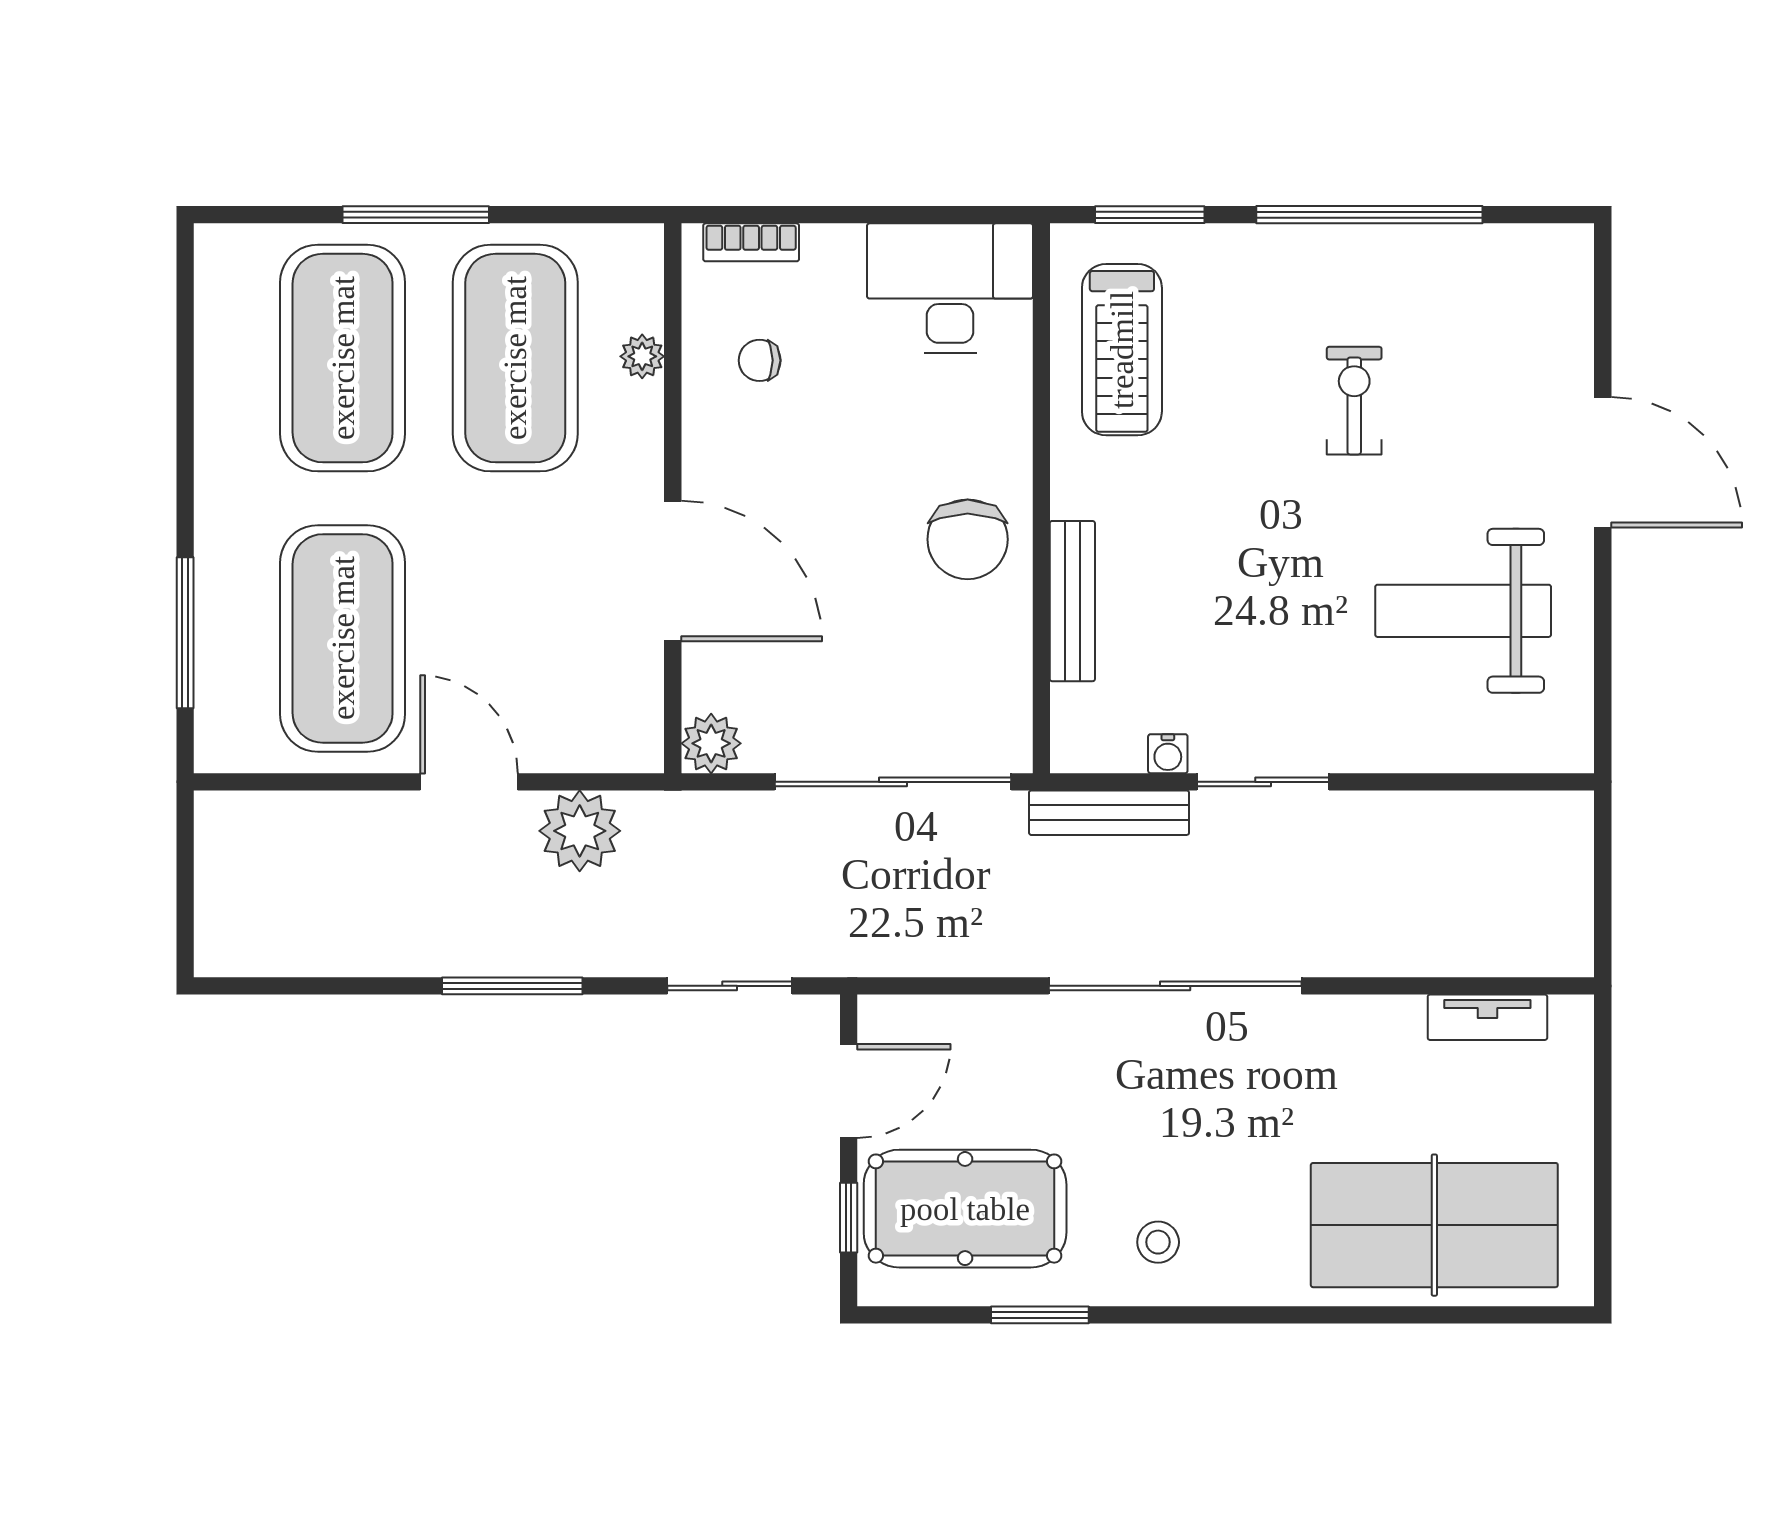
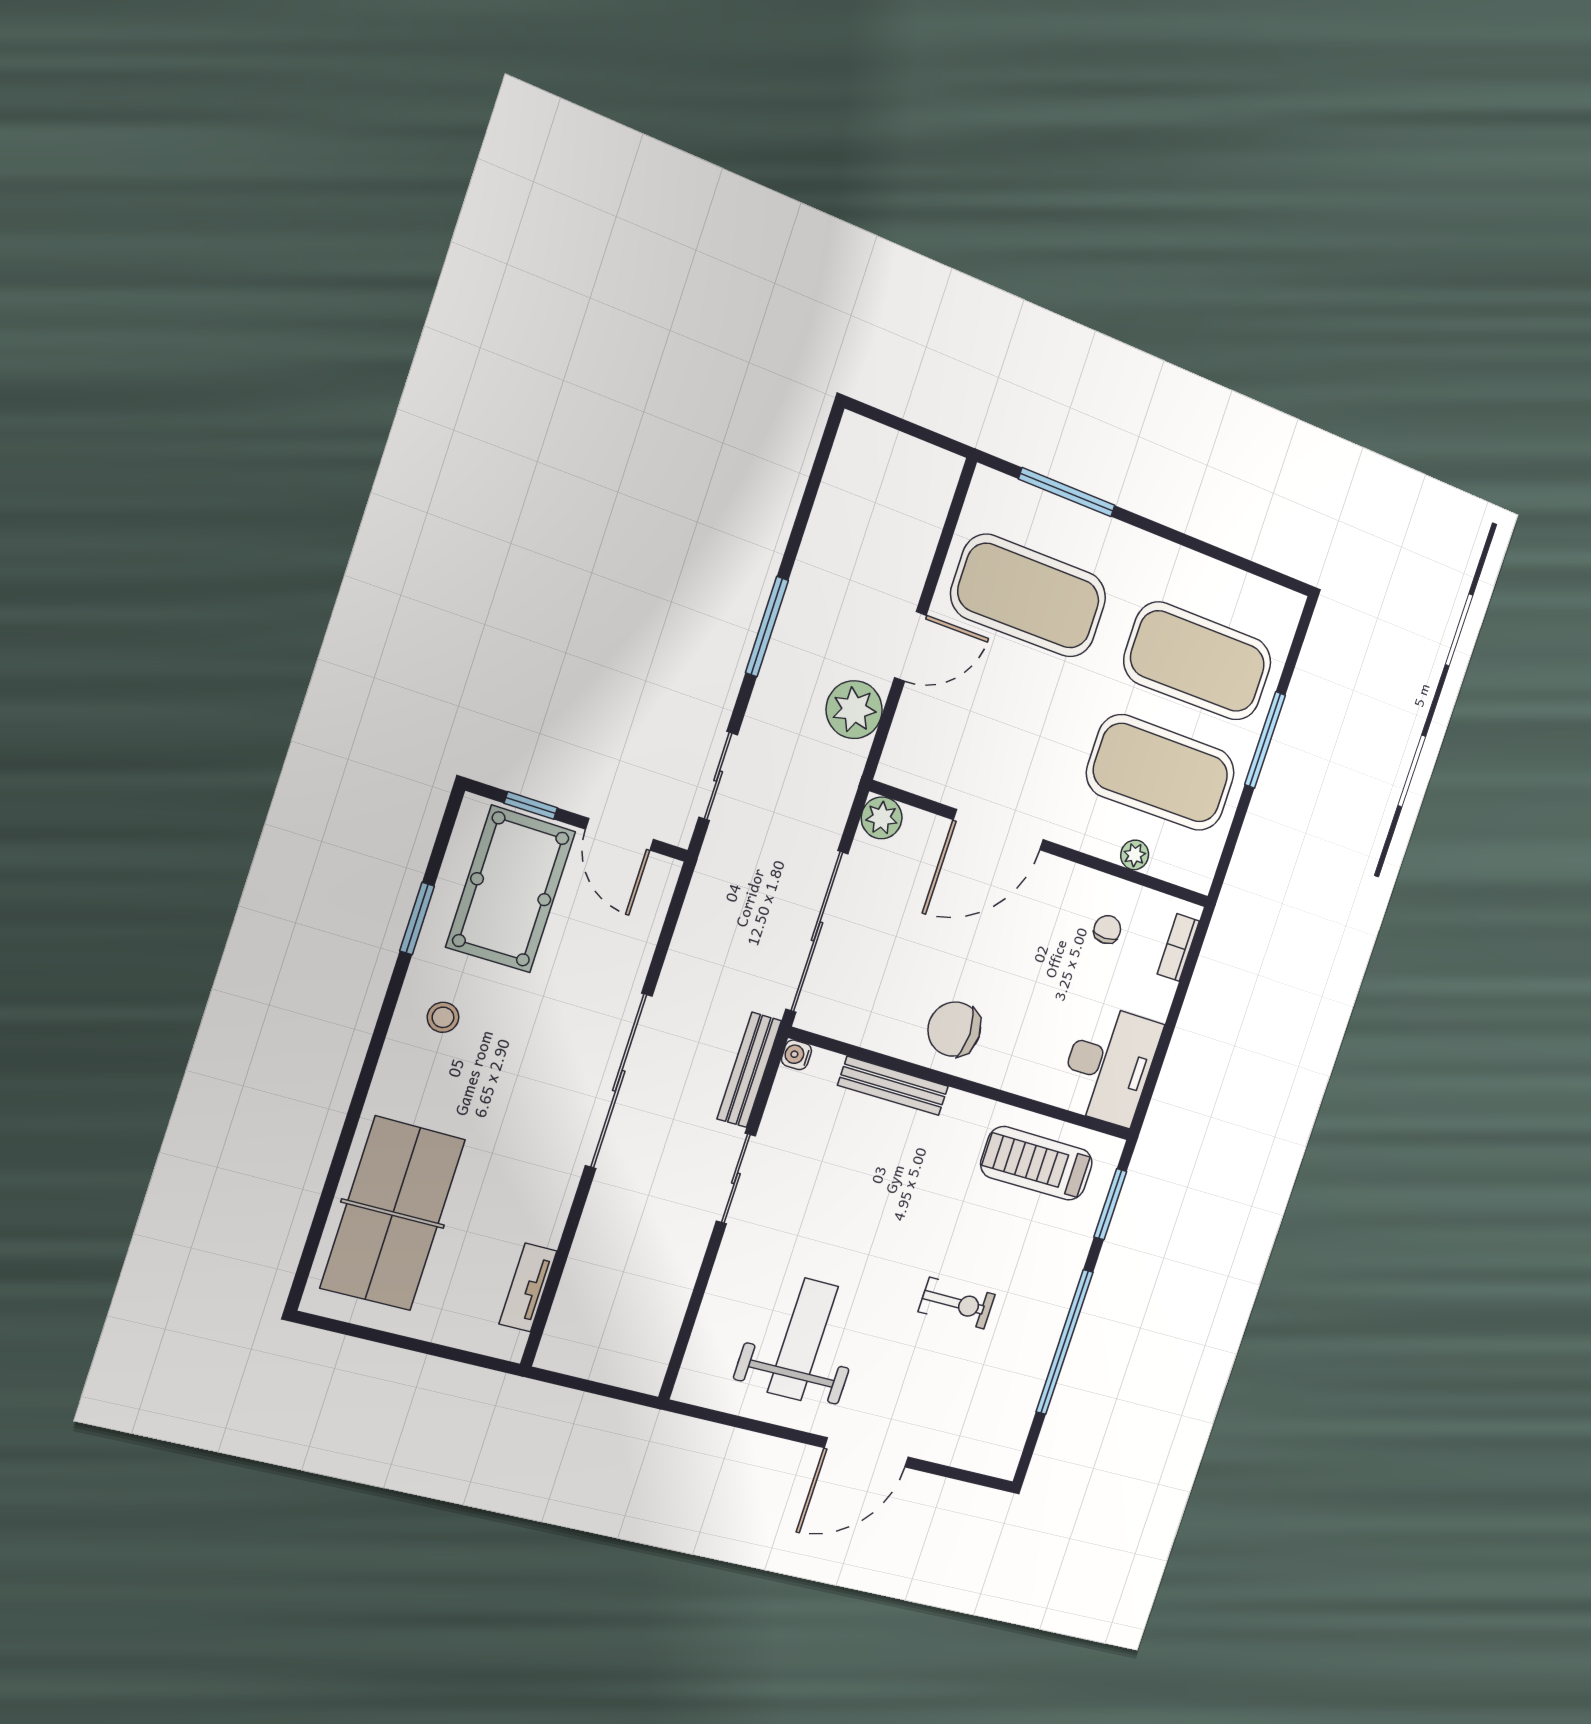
water cooler: (1168, 754) -> (796, 1055), moved

